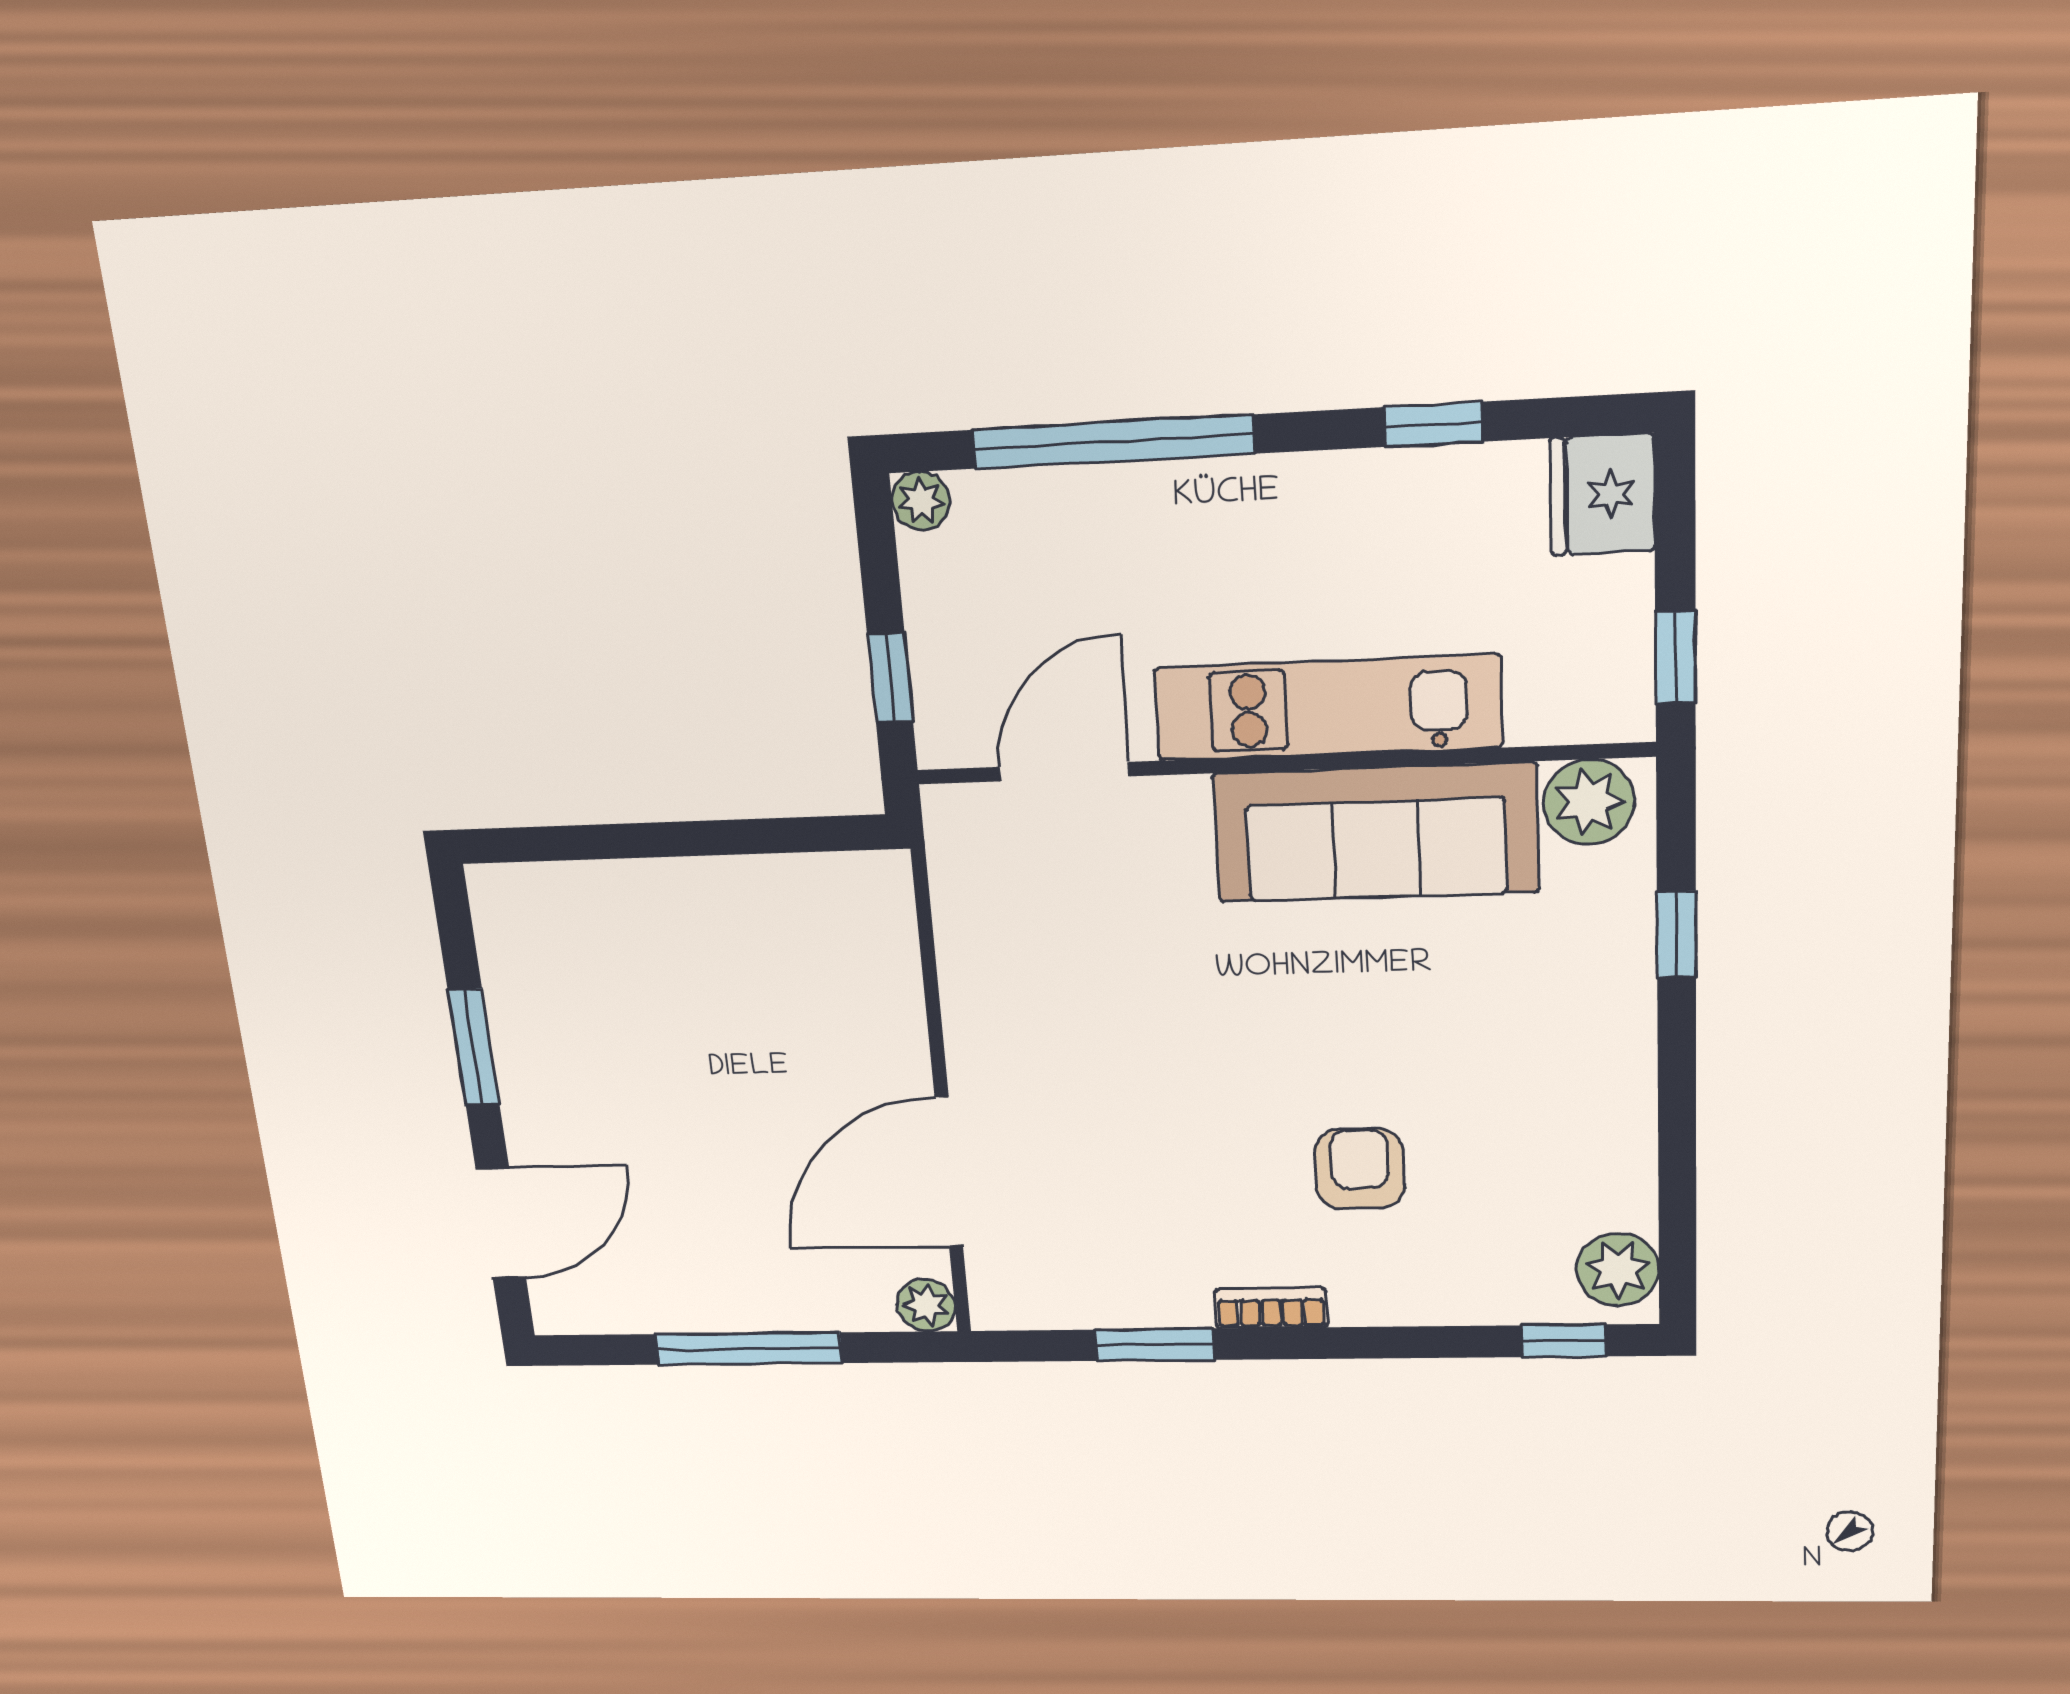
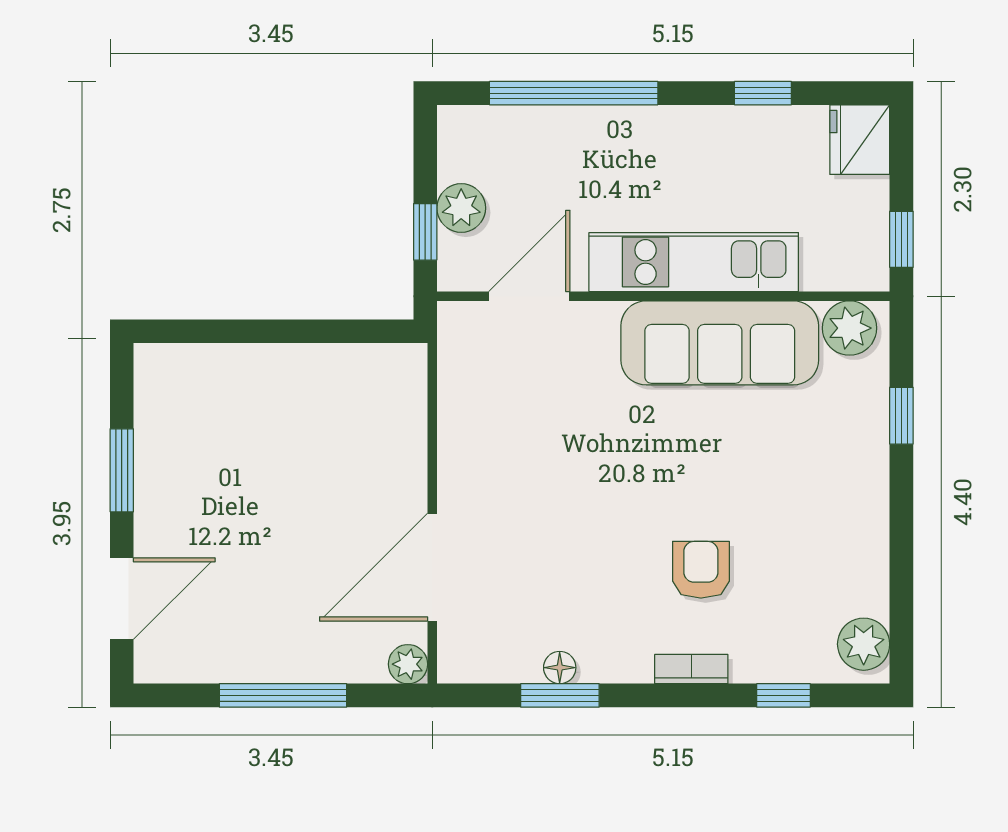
plant: (921, 501) -> (461, 208), moved, width x1.38, depth x1.38
floor lamp: (1152, 1307) -> (560, 668), added
bookcase: (1271, 1308) -> (691, 669), moved
window: (1564, 1341) -> (783, 695), moved

